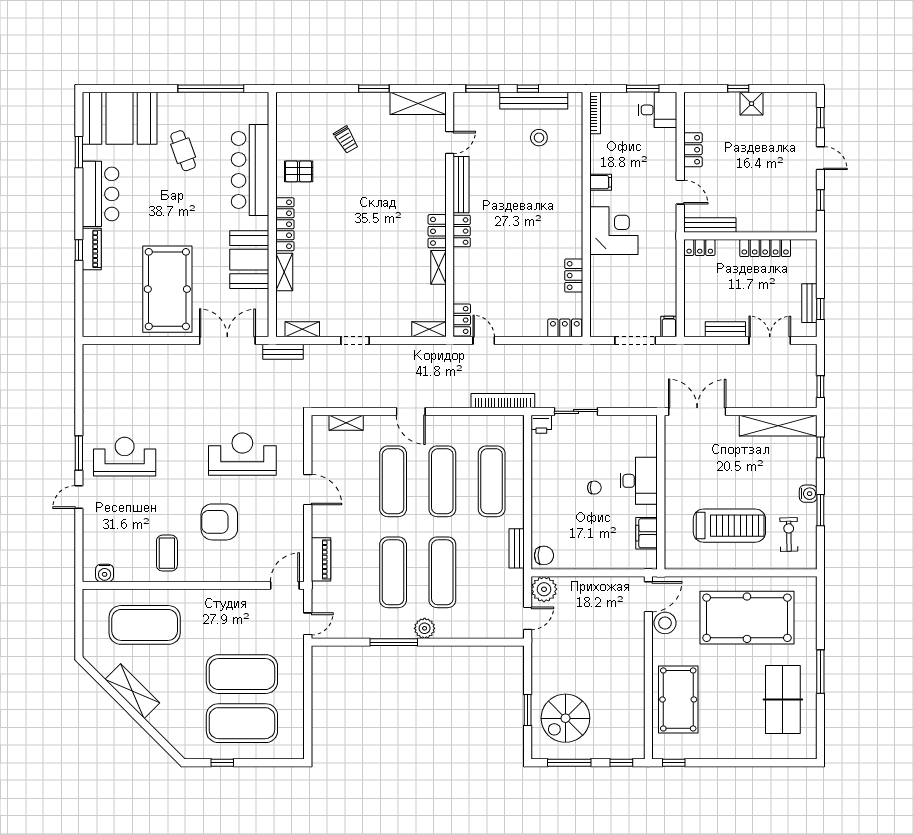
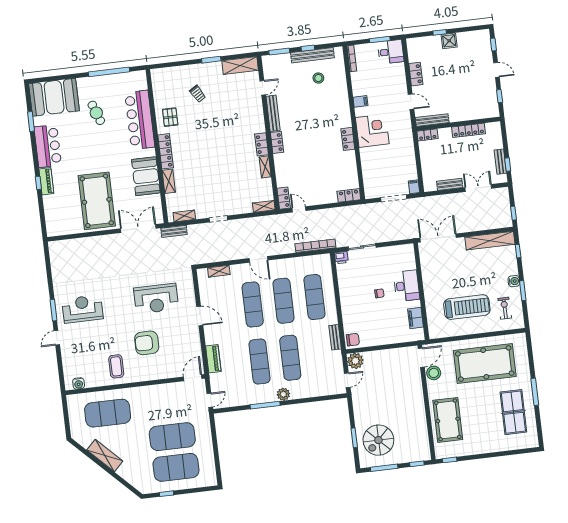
pallet: (299, 171) -> (170, 117), turned 90
locker: (574, 275) -> (348, 139), moved
reception desk: (242, 454) -> (156, 299), turned 180

